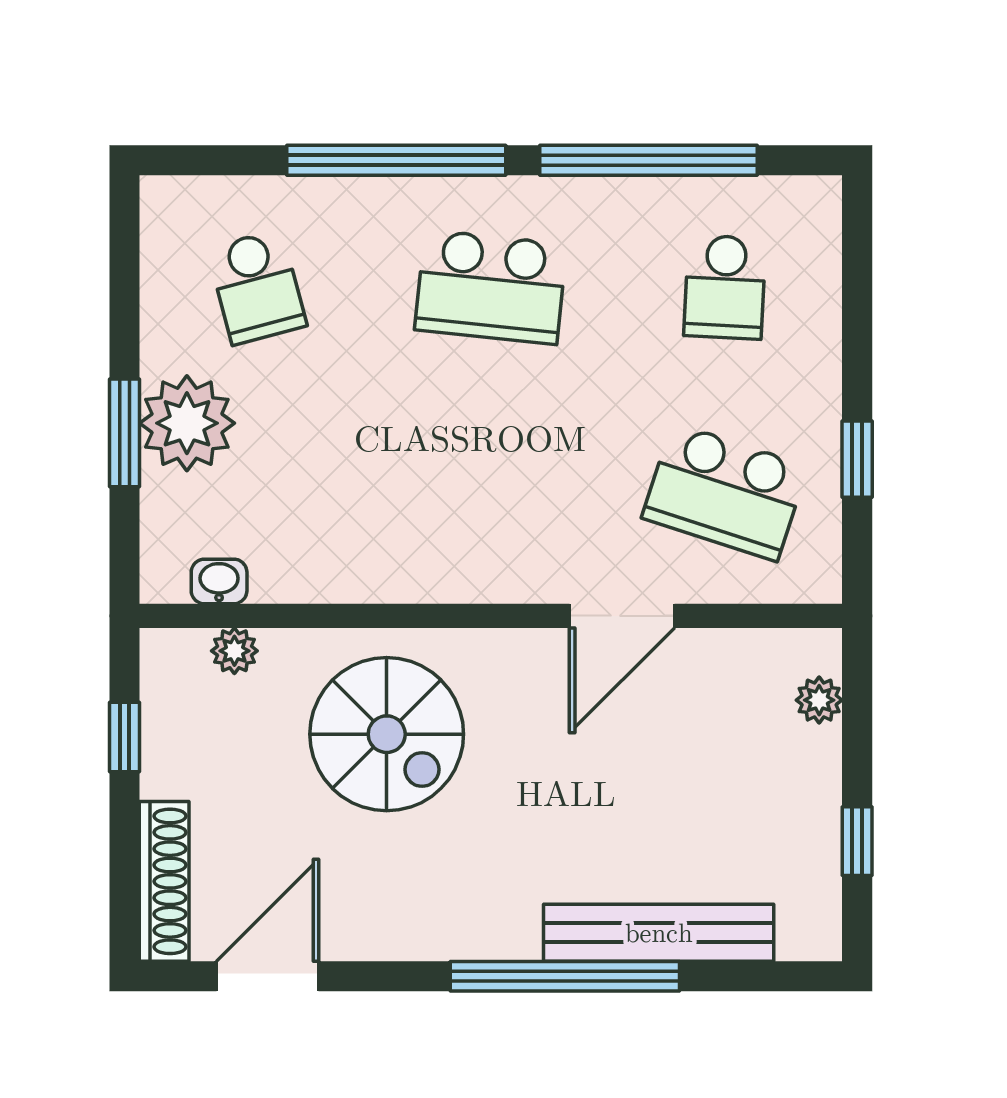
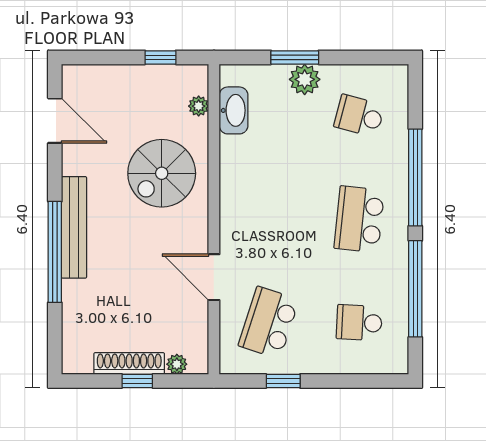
school desk: (257, 287) -> (359, 116), turned 30
plant: (187, 423) -> (305, 79), width x0.73, depth x0.73
washbasin: (219, 581) -> (234, 110), width x1.91, depth x1.45
window: (857, 841) -> (137, 381), moved
shoe rack: (164, 881) -> (129, 364), moved, turned 180
bench: (659, 933) -> (74, 227), moved

